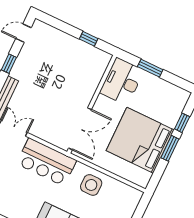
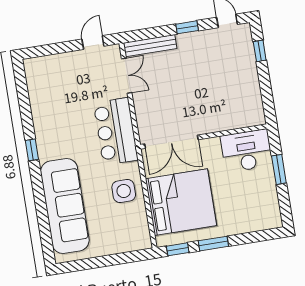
window: (89, 39) -> (260, 51), moved
window: (182, 123) -> (178, 249), moved
bed: (140, 140) -> (181, 202), moved, turned 90

